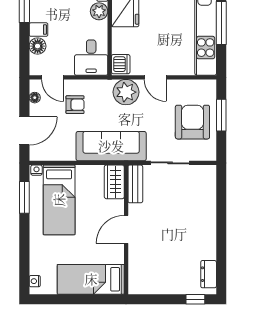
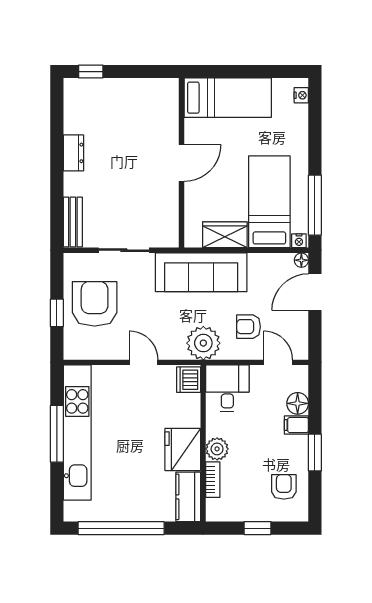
plant: (126, 92) -> (203, 343), moved
floor lamp: (35, 98) -> (301, 260), moved
window: (221, 115) -> (57, 313), width x0.67
armchair: (192, 122) -> (95, 304), turned 180
wardrobe: (114, 182) -> (225, 235), moved, turned -90
bench: (135, 184) -> (73, 222), moved
window: (24, 197) -> (315, 205), width x1.44
dresser: (209, 274) -> (73, 153), moved

